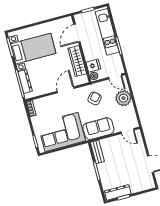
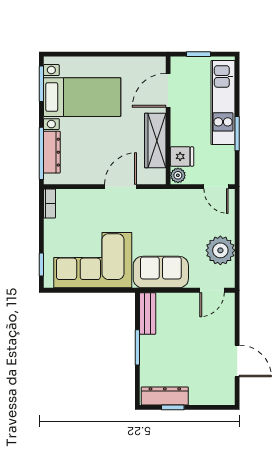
armchair: (95, 98) -> (168, 216), removed
plant: (123, 98) -> (220, 250), moved
door: (128, 131) -> (212, 290), hinge flipped

